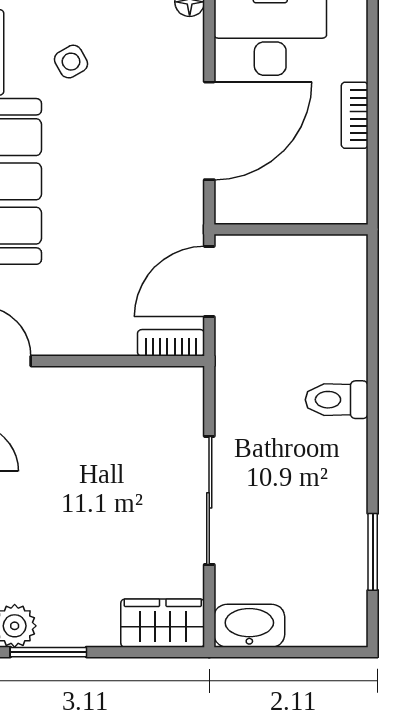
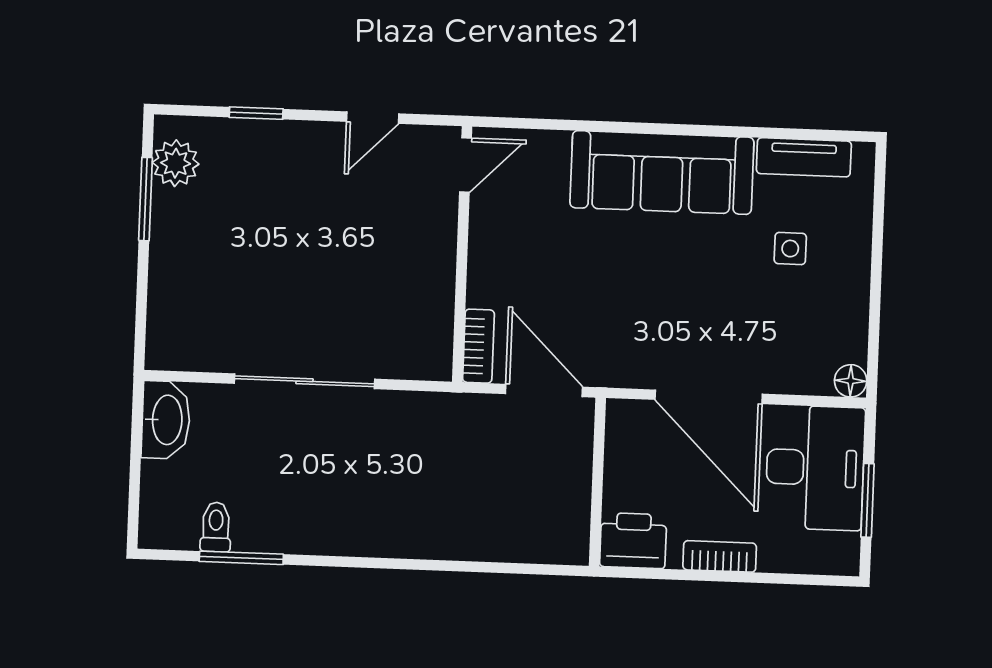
side table: (71, 62) -> (790, 249), turned 30
printer: (343, 195) -> (633, 541), added
toilet: (337, 400) -> (216, 527), moved, width x0.73, depth x0.72
wardrobe: (163, 623) -> (172, 325), removed

